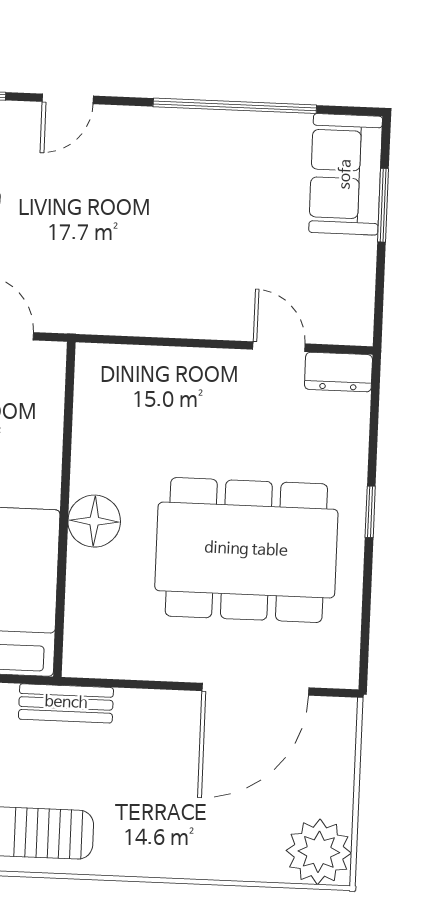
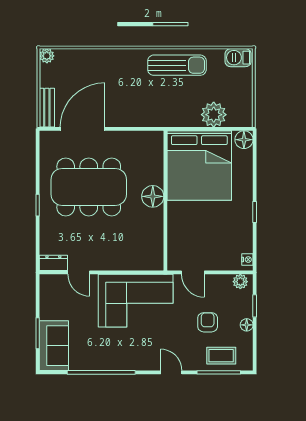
door: (68, 99) -> (171, 372), hinge flipped
corner sofa: (146, 273) -> (136, 301), added
bench: (66, 703) -> (47, 108), moved, turned 90
plant: (319, 852) -> (47, 56), width x0.53, depth x0.53

